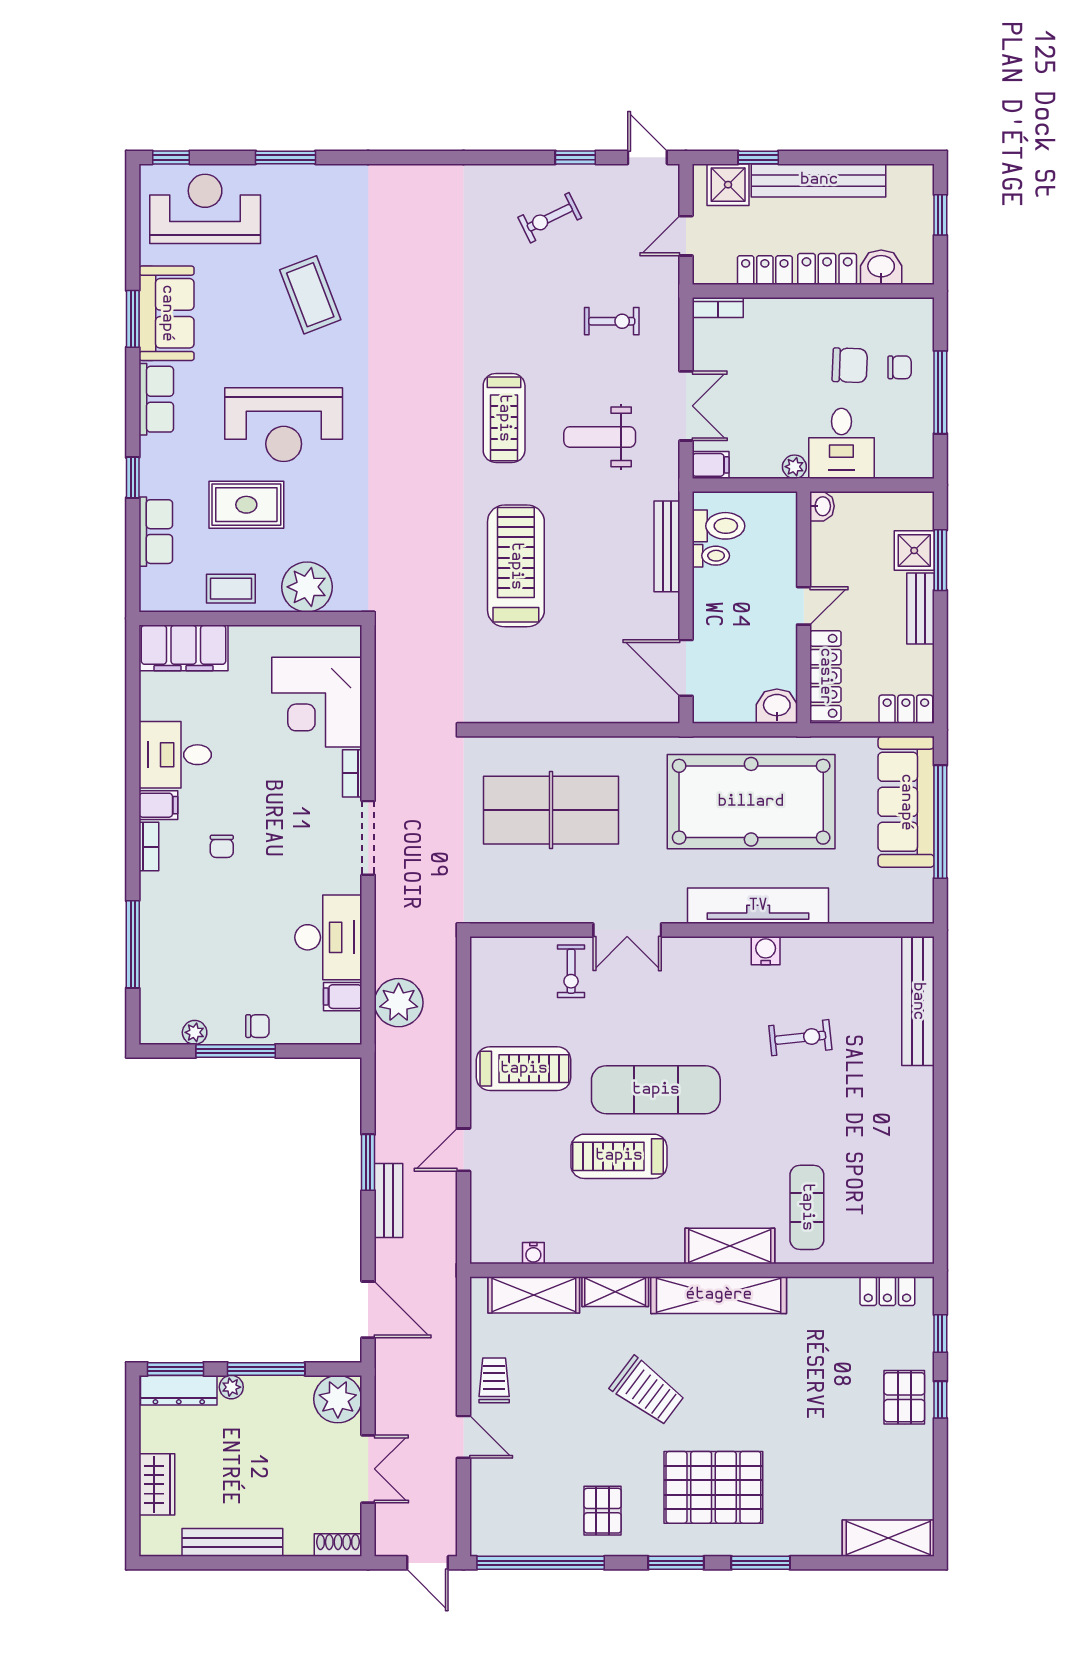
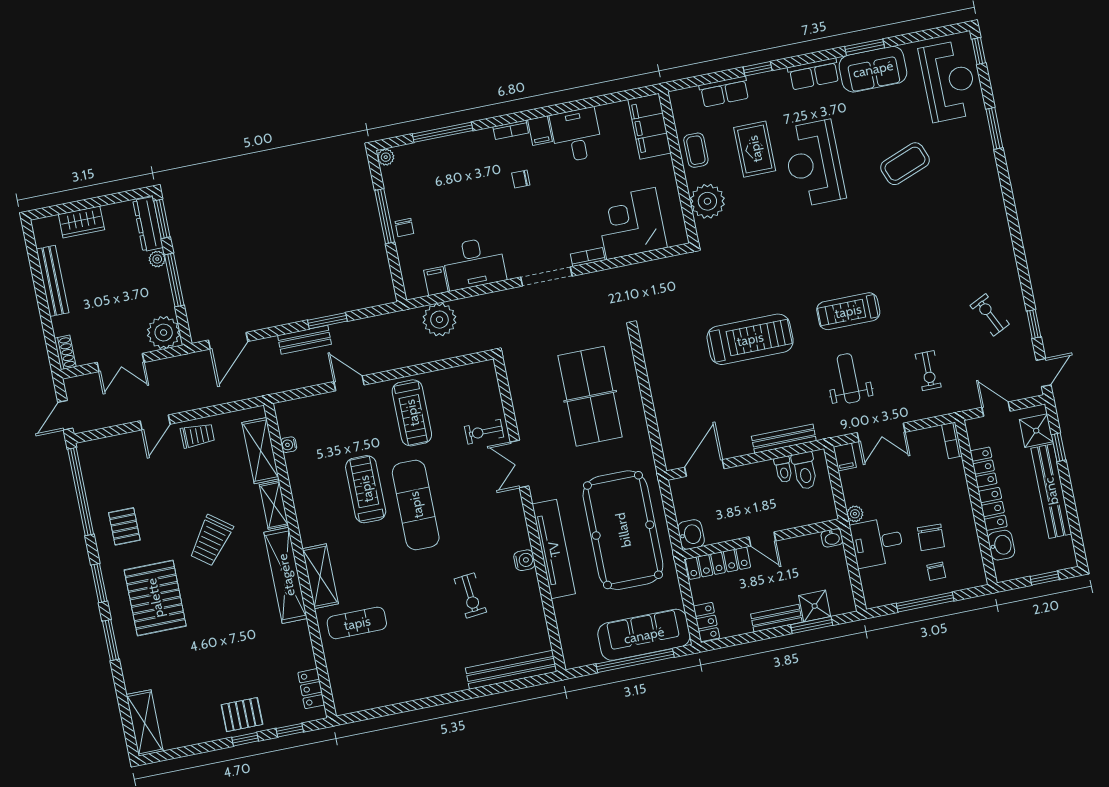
plant: (195, 1032) -> (386, 157), moved
pallet: (603, 1511) -> (124, 526), turned 90

